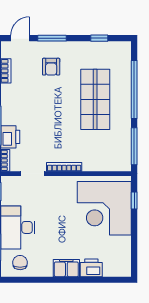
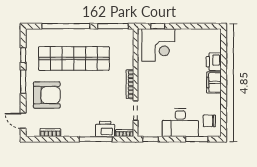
window: (52, 38) -> (23, 82), moved
armchair: (51, 67) -> (47, 95), width x1.88, depth x1.88
shop shelf: (95, 99) -> (74, 58), width x1.40
corner desk: (104, 208) -> (158, 45), width x0.74, depth x0.74

